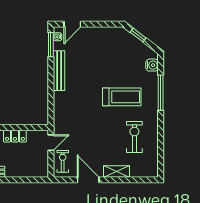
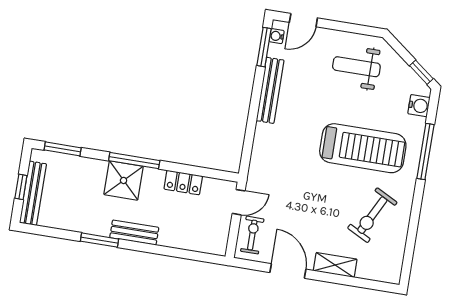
window: (138, 35) -> (421, 72), moved
weight bench: (110, 47) -> (356, 67), added
treadmill: (122, 97) -> (363, 148), width x1.37, depth x1.38
exercise bike: (134, 137) -> (372, 215), turned -153

